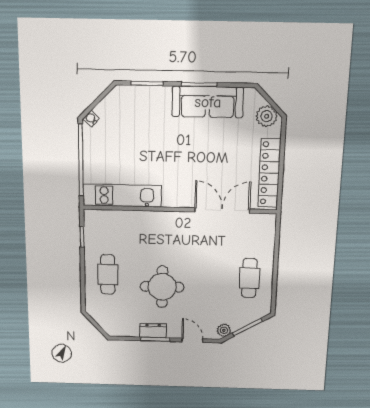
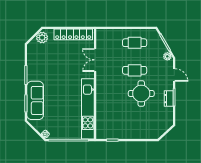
sofa: (208, 102) -> (35, 100), moved
kitchen unit: (122, 195) -> (88, 109), width x1.36
double door: (222, 210) -> (95, 60), width x0.73
cafe table: (108, 274) -> (135, 70), moved
door: (192, 340) -> (174, 75), swing flipped

